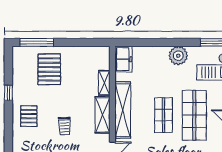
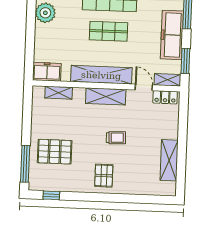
shelving: (104, 83) -> (59, 93), moved
window: (8, 93) -> (51, 195), moved
pallet: (29, 116) -> (104, 176), turned 90

